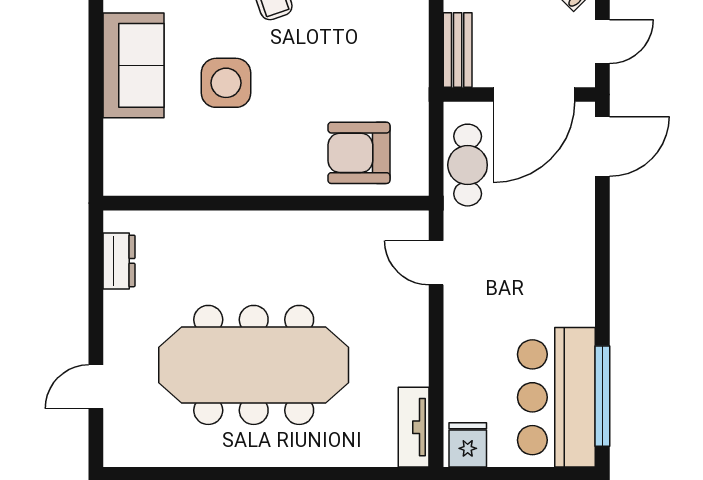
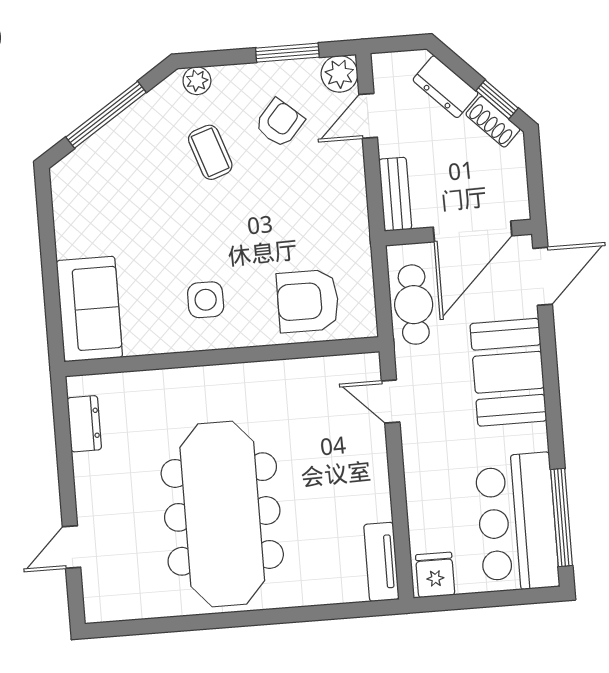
door: (602, 42) -> (535, 175), removed
sofa: (134, 65) -> (89, 309), moved
side table: (226, 83) -> (206, 300), moved, width x0.73, depth x0.73
booth: (560, 242) -> (508, 372), added
meeting table: (254, 365) -> (222, 514), turned 90

